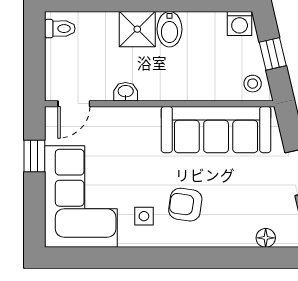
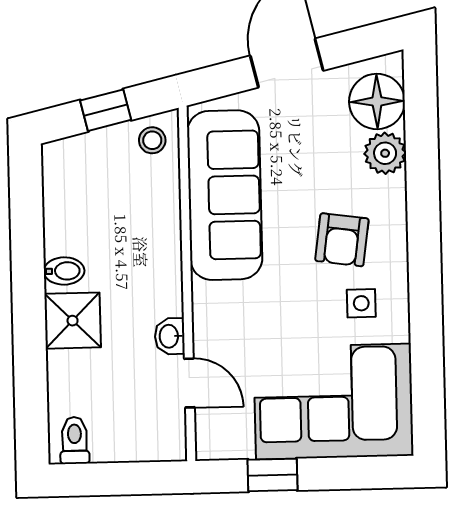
washing machine: (240, 23) -> (60, 163), removed
bidet: (170, 29) -> (64, 271), width x0.72, depth x0.74
door: (74, 104) -> (189, 383), moved
plant: (241, 234) -> (385, 153), added
floor lamp: (266, 238) -> (377, 101), width x1.89, depth x1.89

